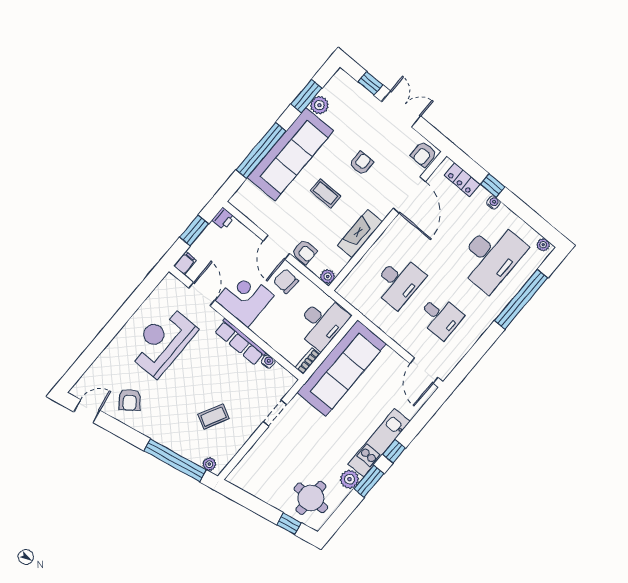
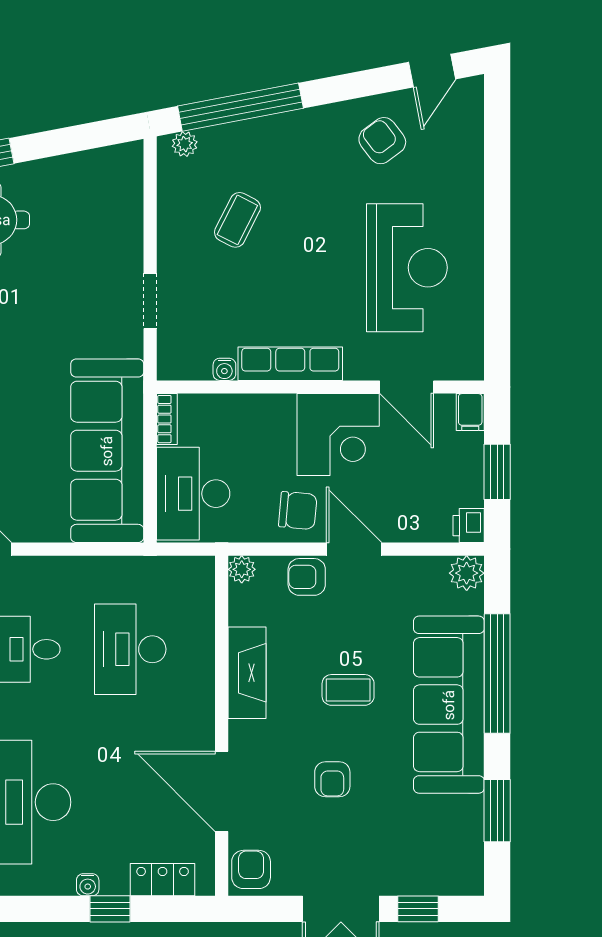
plant: (319, 105) -> (467, 573), moved

